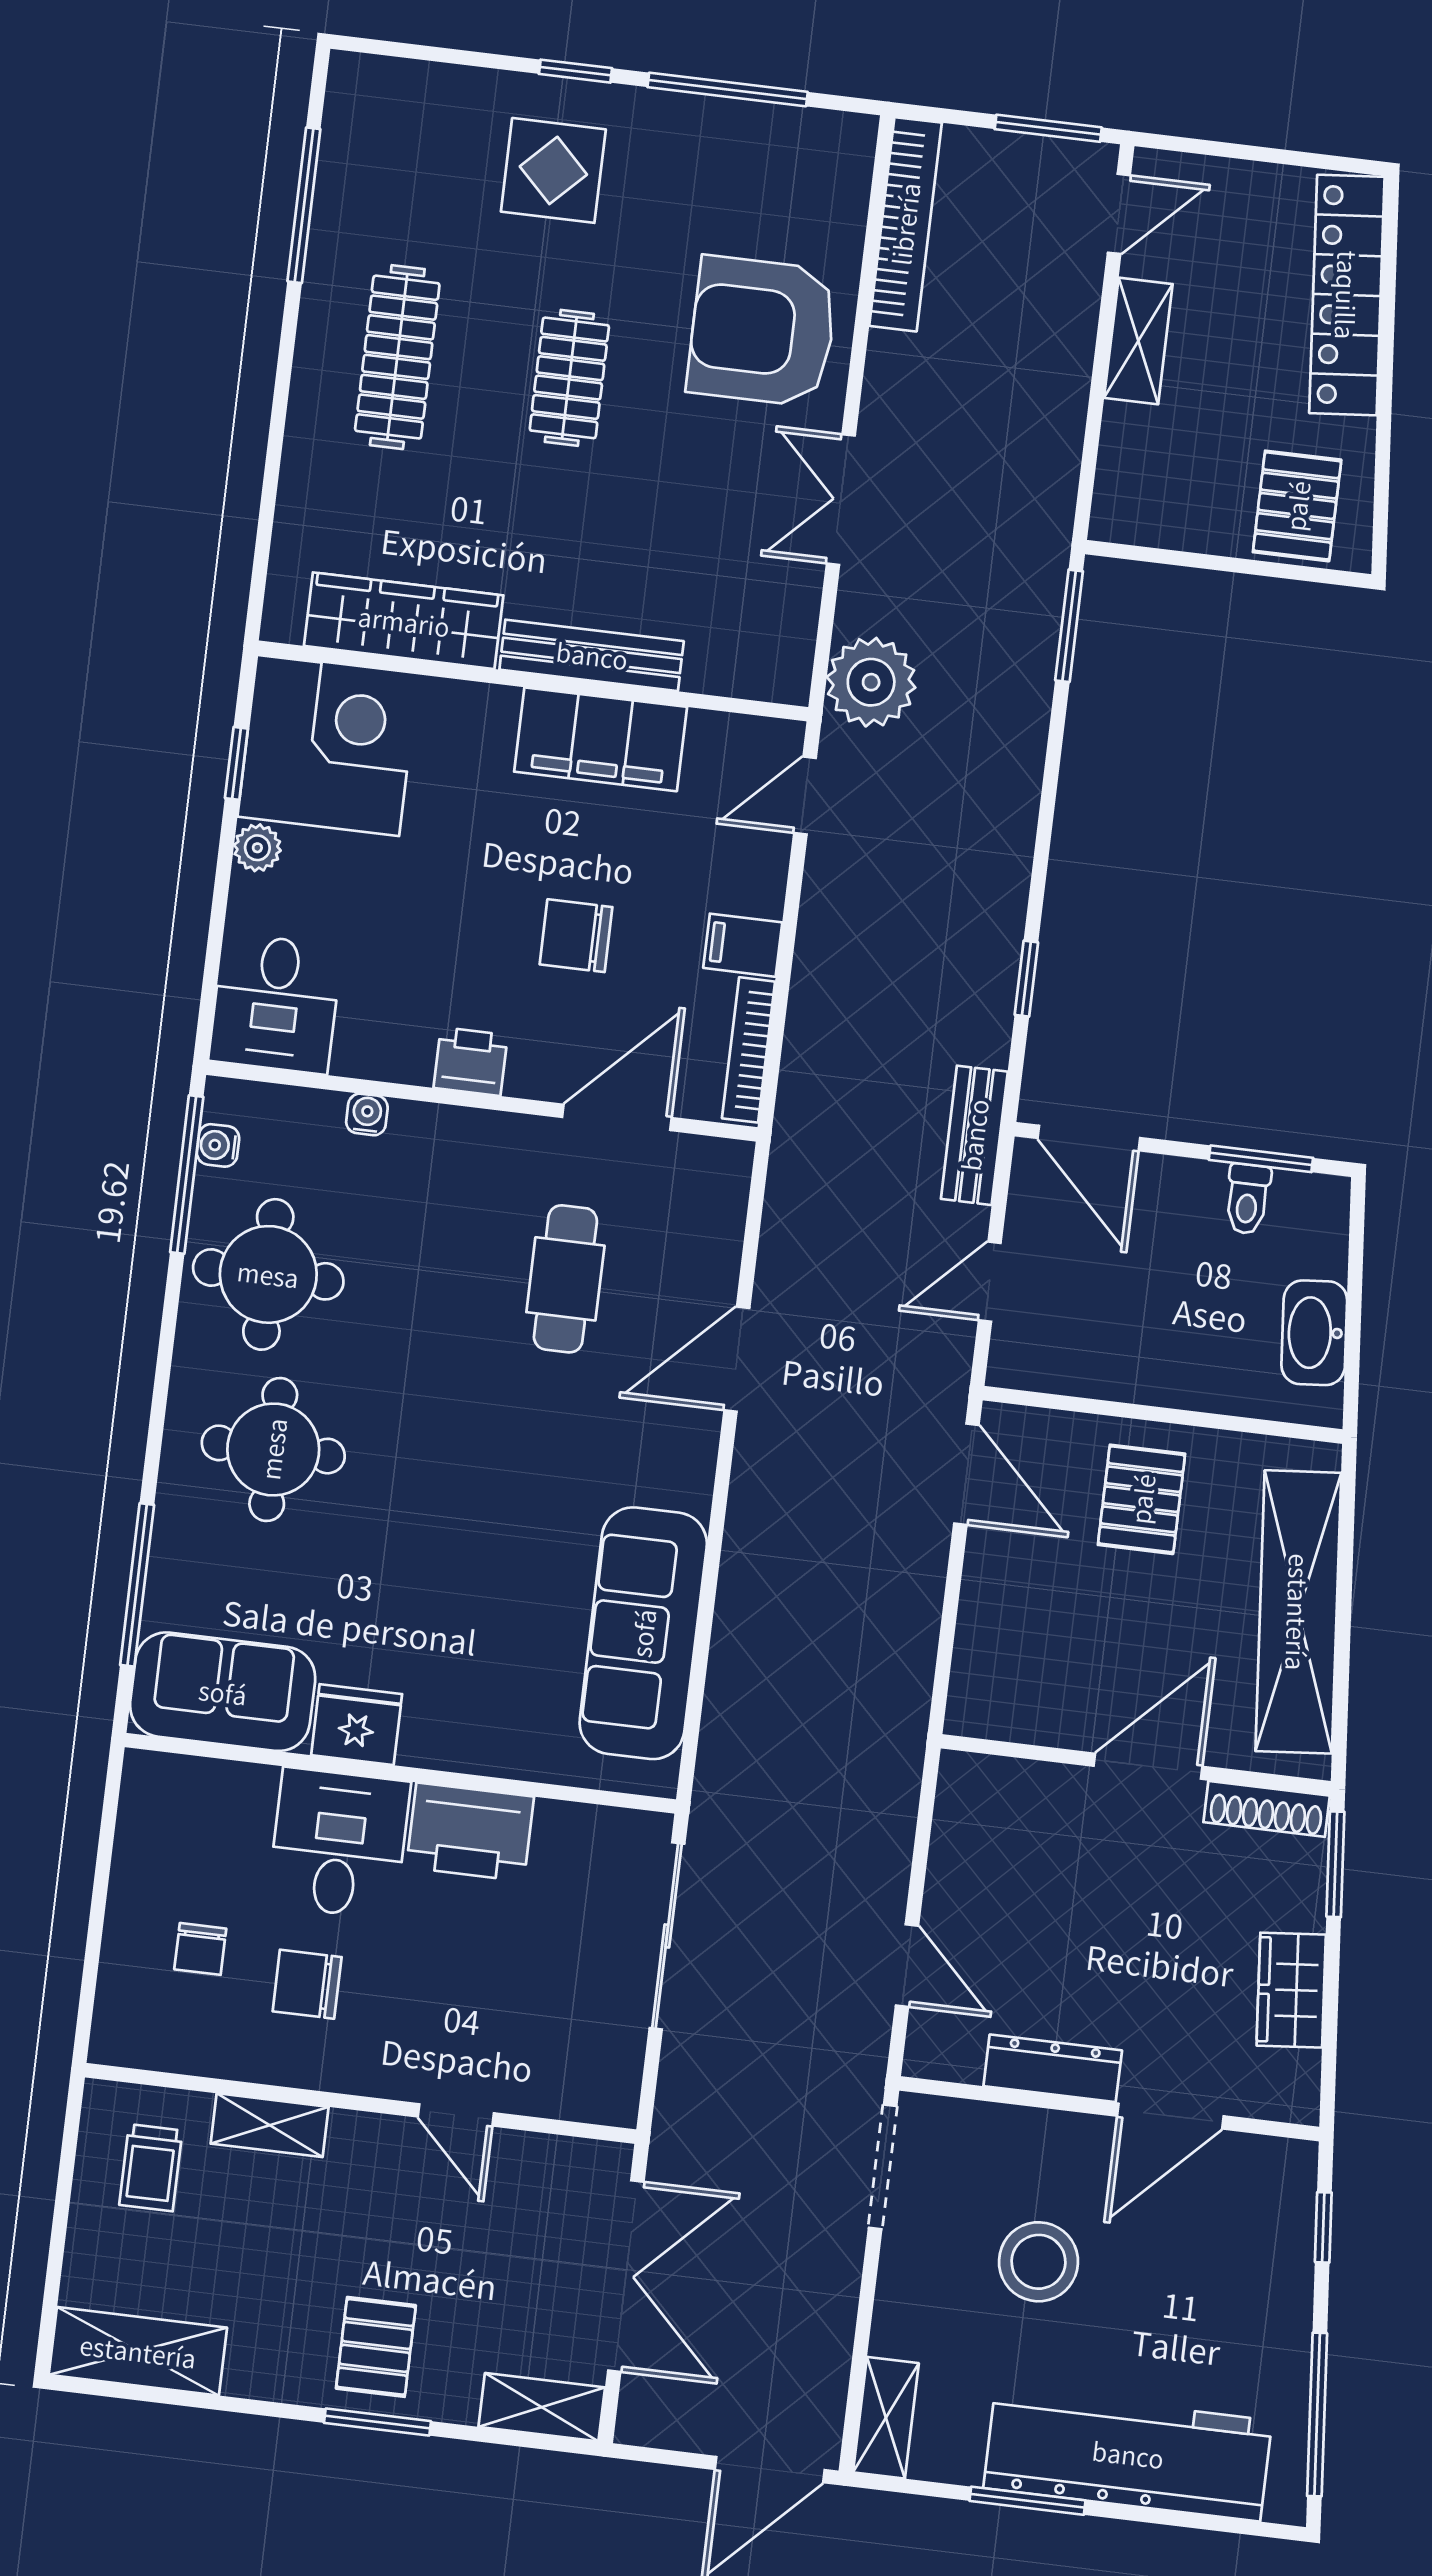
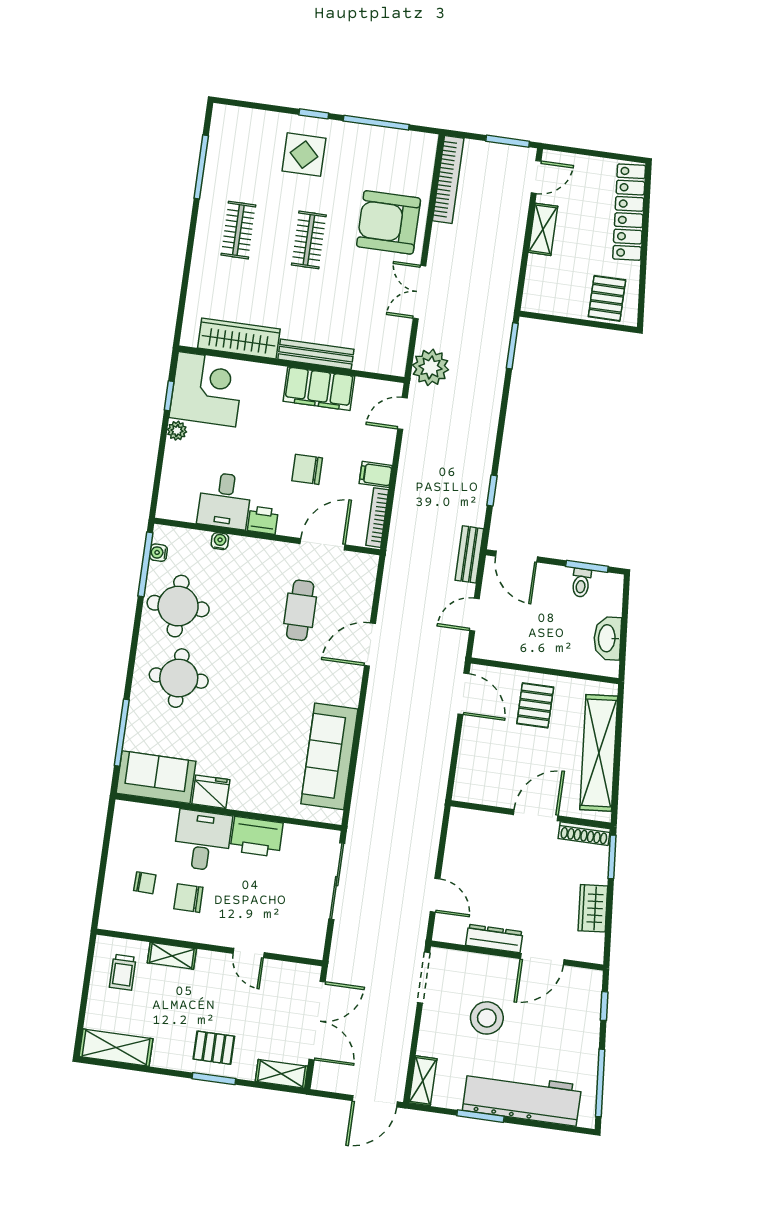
clothes rail: (397, 357) -> (238, 230), width x0.73
desk: (275, 1003) -> (225, 501), moved
chair: (200, 1949) -> (145, 883), turned -88
pallet: (376, 2347) -> (214, 1048), turned 90

